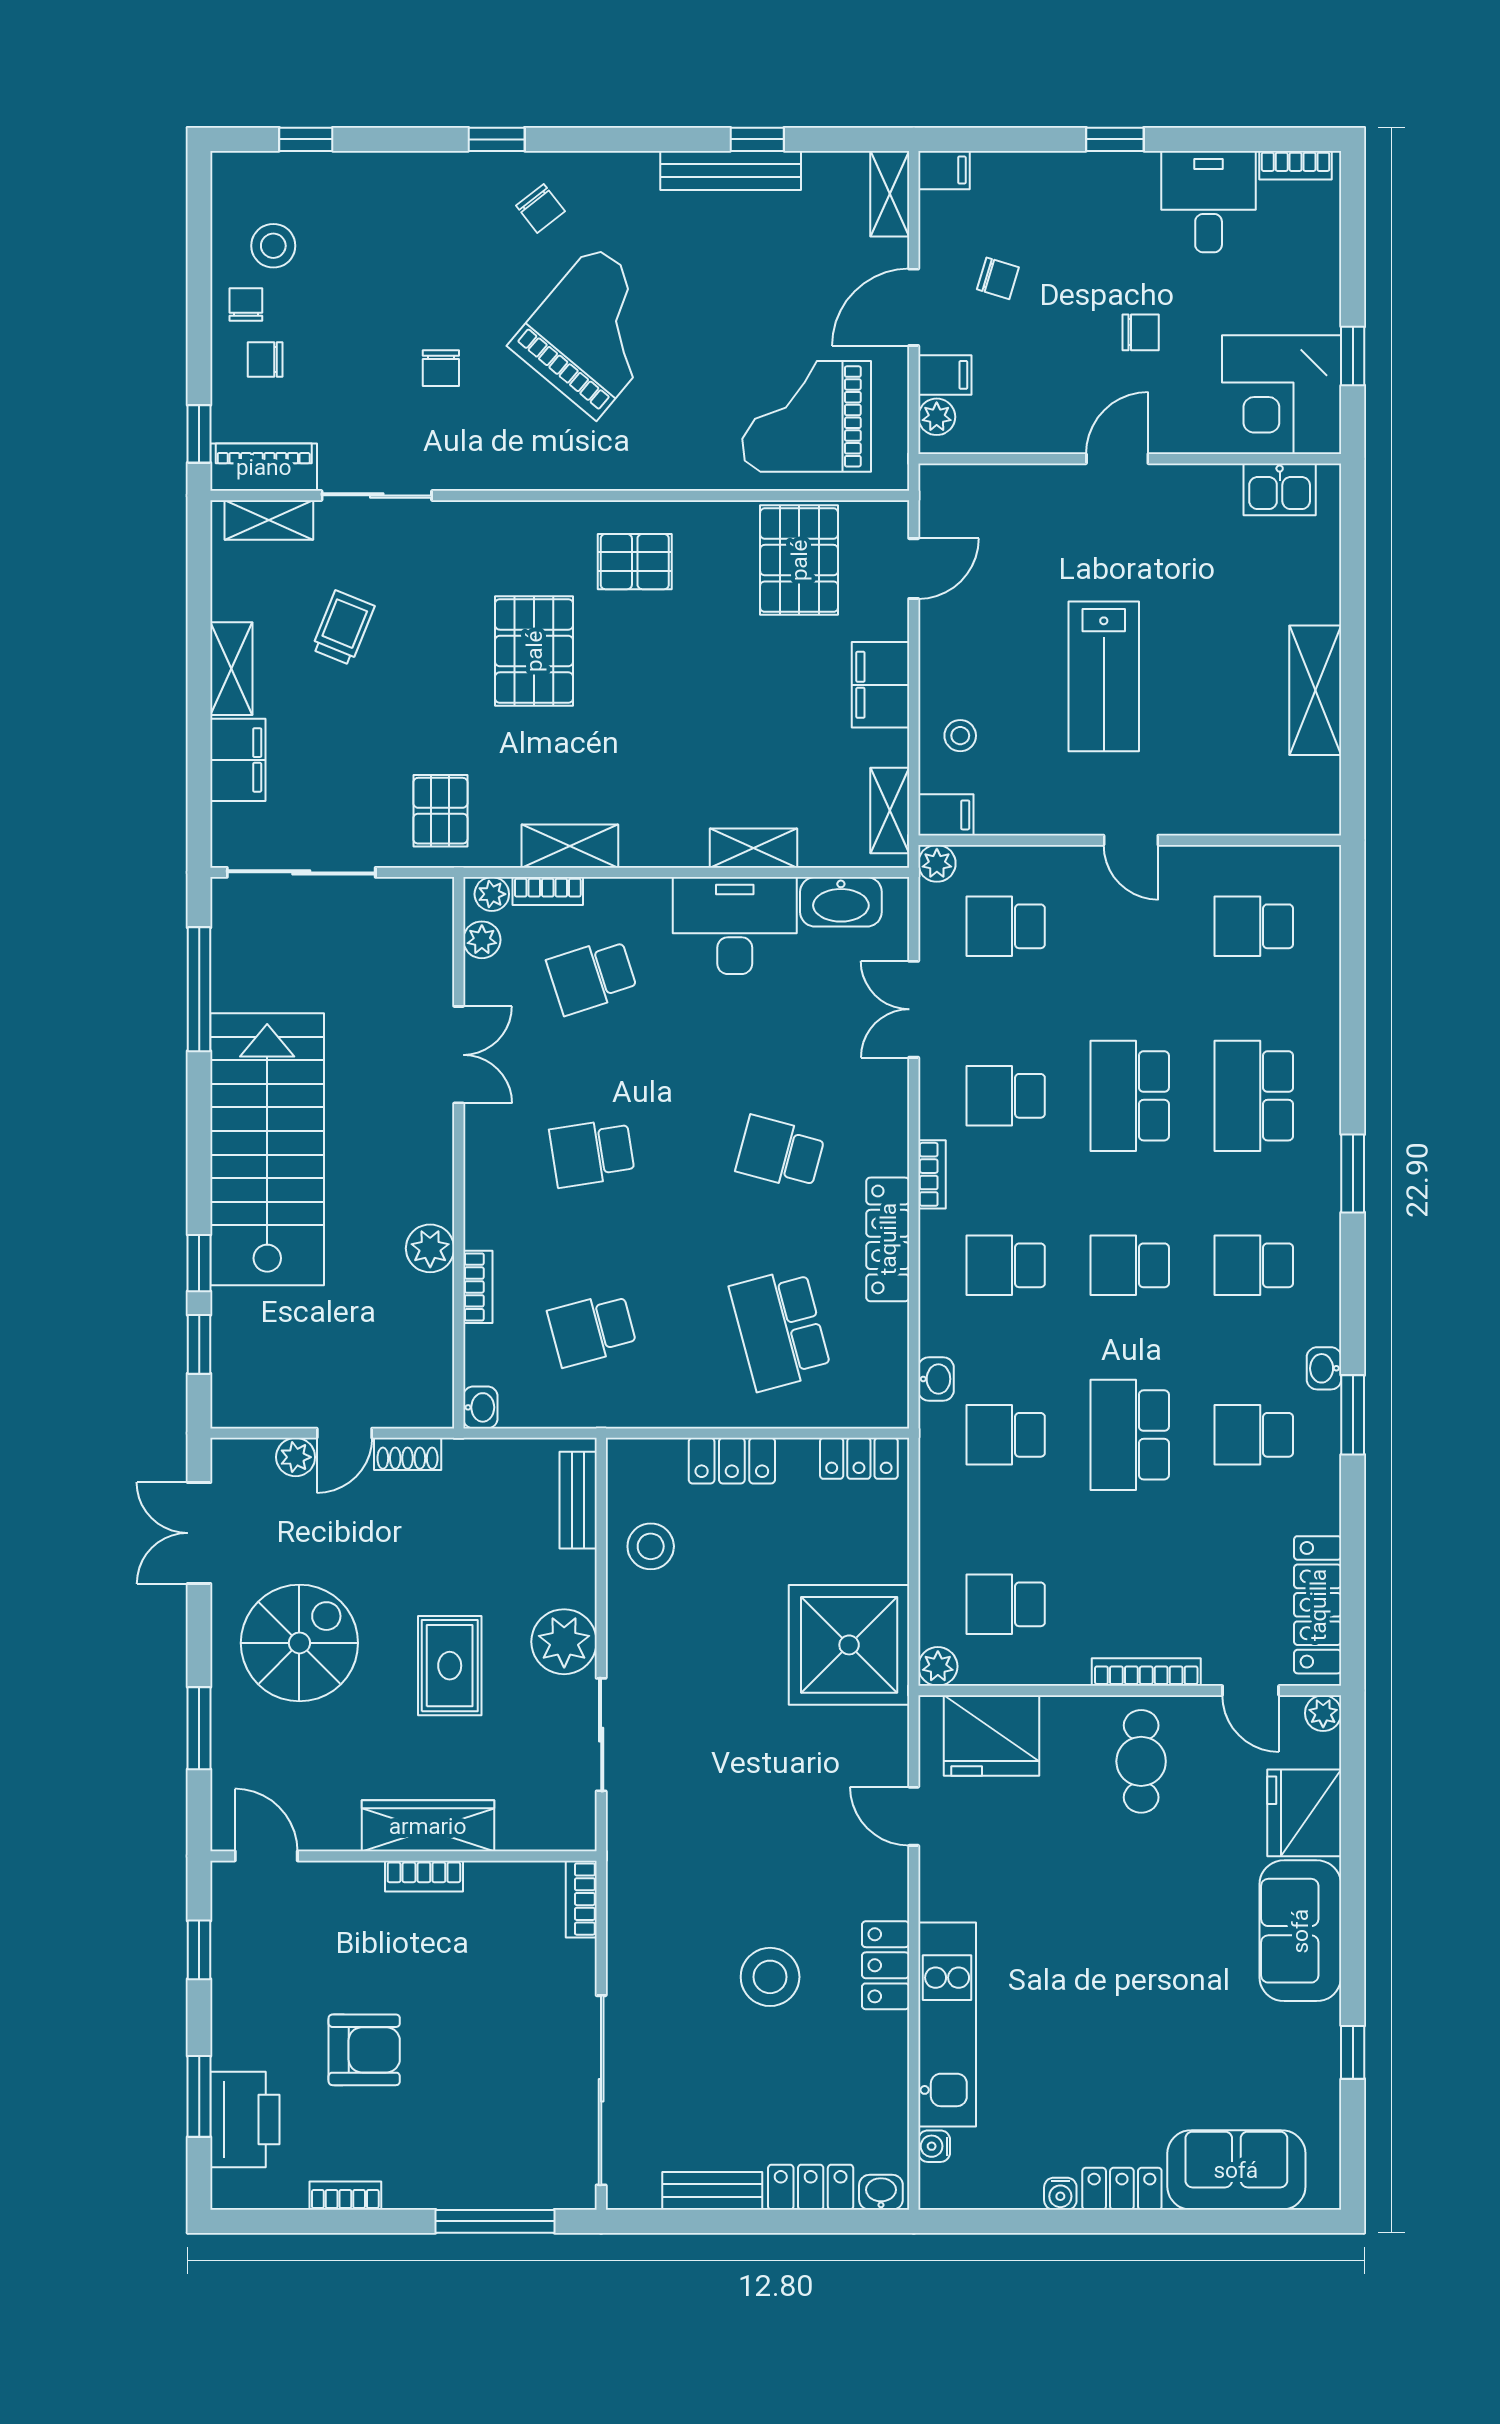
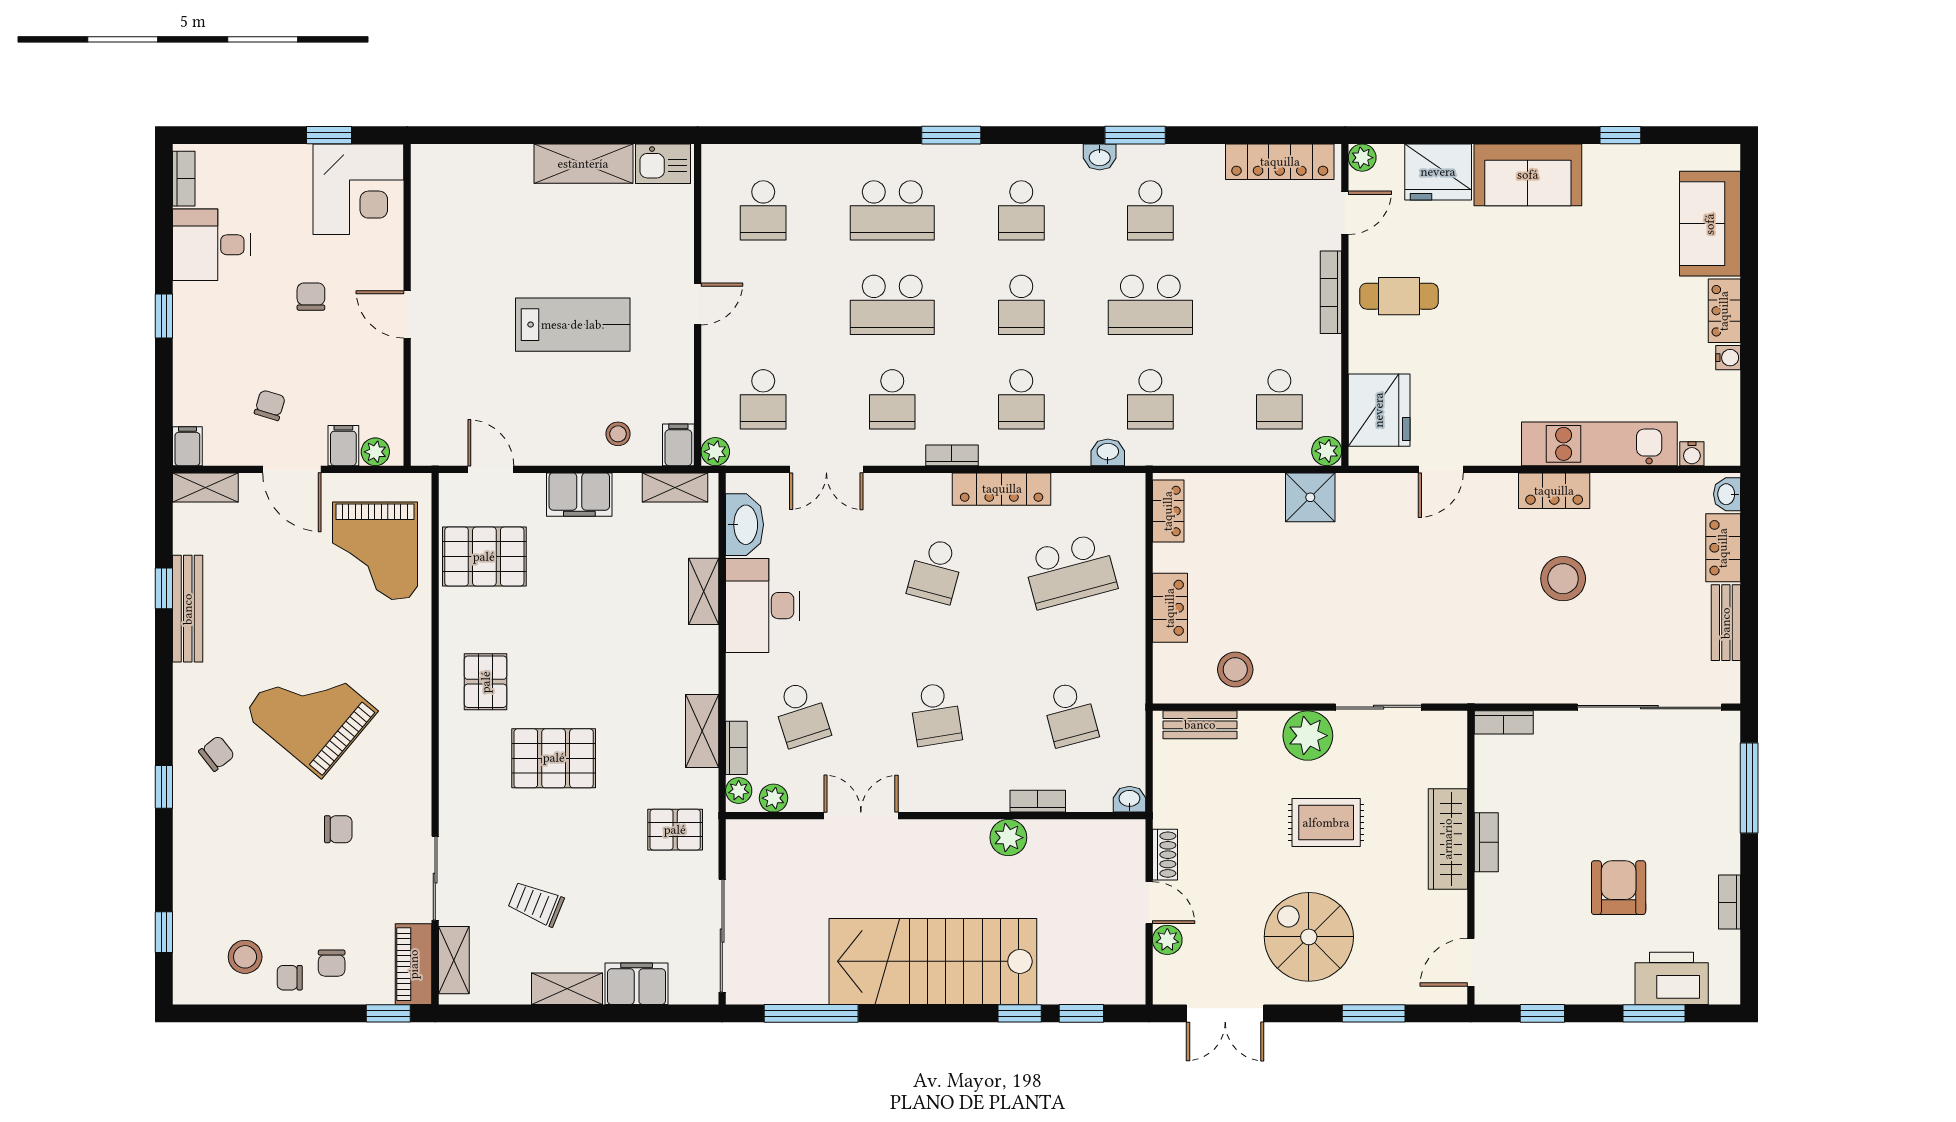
kitchen sink: (1280, 489) -> (663, 164), moved, turned 90
shower: (849, 1645) -> (1310, 497), width x0.54, depth x0.54

